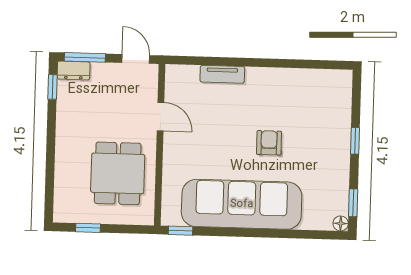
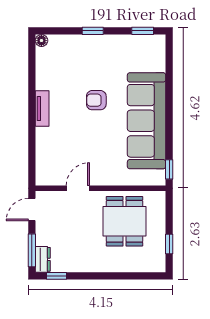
tv unit: (222, 74) -> (42, 109), moved
dining table: (118, 173) -> (124, 221), turned 90
floor lamp: (341, 223) -> (41, 41), moved

